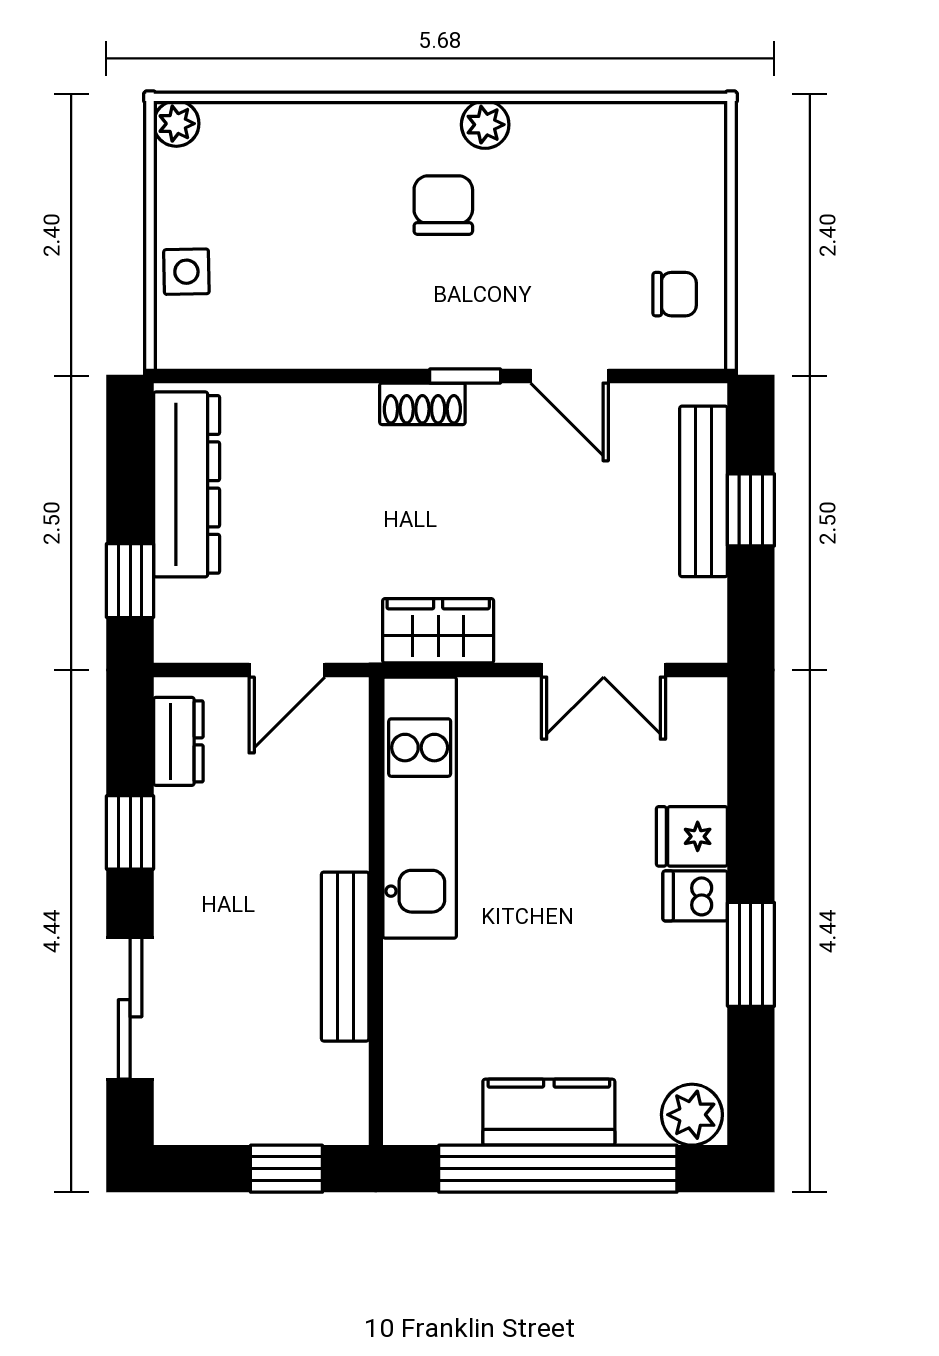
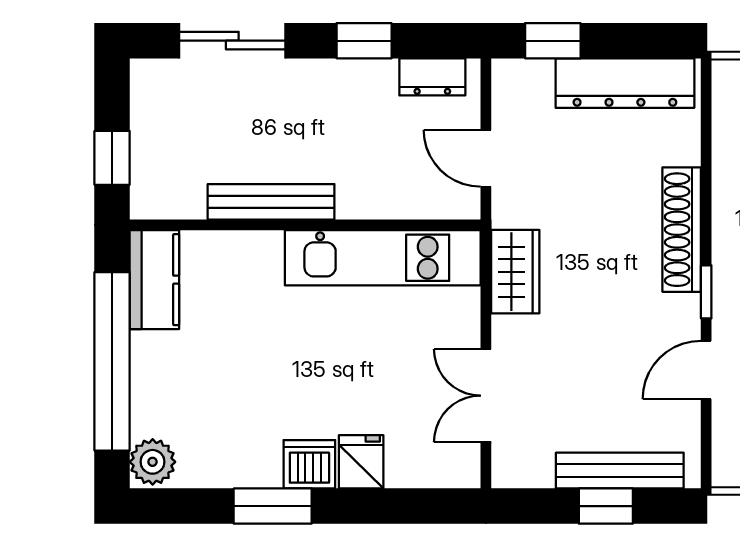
shoe rack: (422, 404) -> (682, 230), width x1.94, depth x1.24
dishwasher: (695, 896) -> (309, 464), width x1.38
kitchen counter: (549, 1112) -> (154, 280), moved

